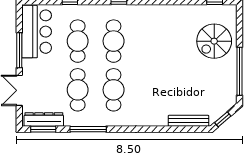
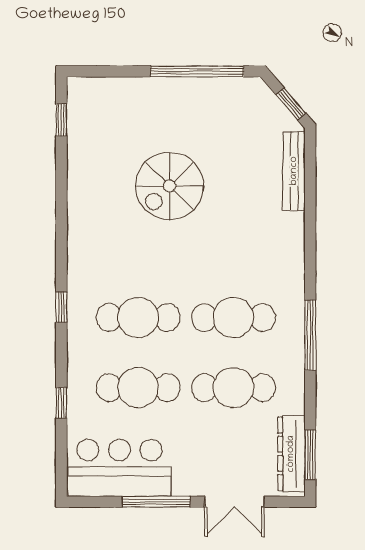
spiral stairs: (214, 41) -> (170, 186), moved, turned 90
window: (88, 129) -> (310, 335), moved

